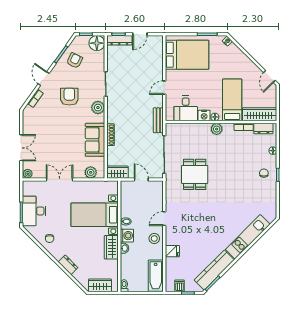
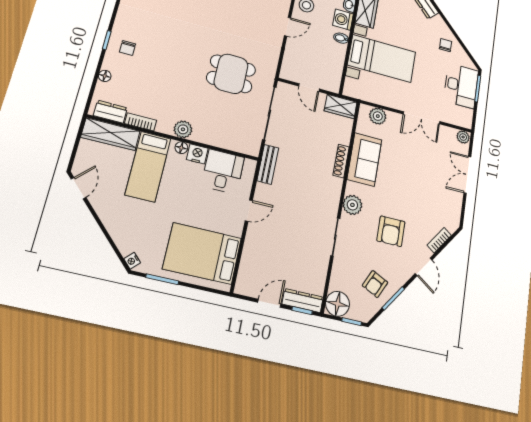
dining table: (195, 174) -> (231, 74), turned 90

